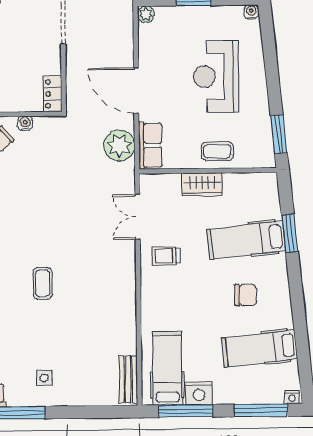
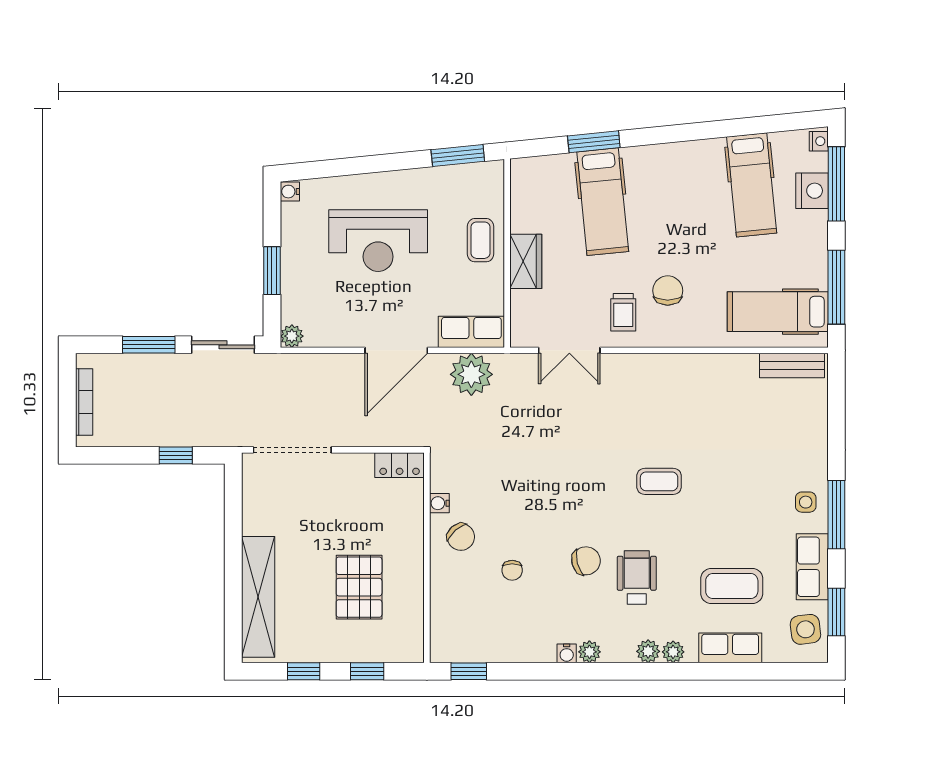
chair: (246, 295) -> (668, 291), moved
side table: (44, 378) -> (806, 502), moved
nightstand: (199, 393) -> (812, 191), moved

